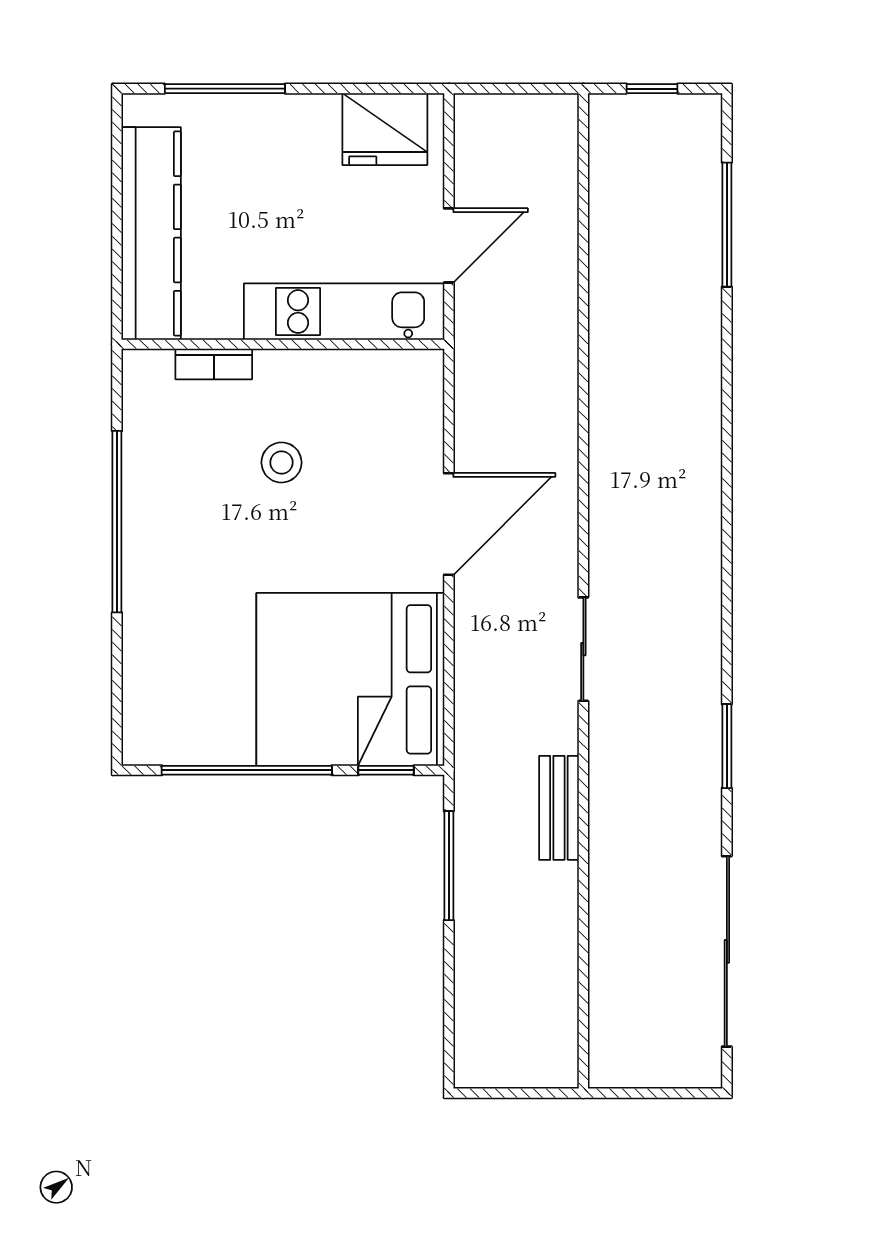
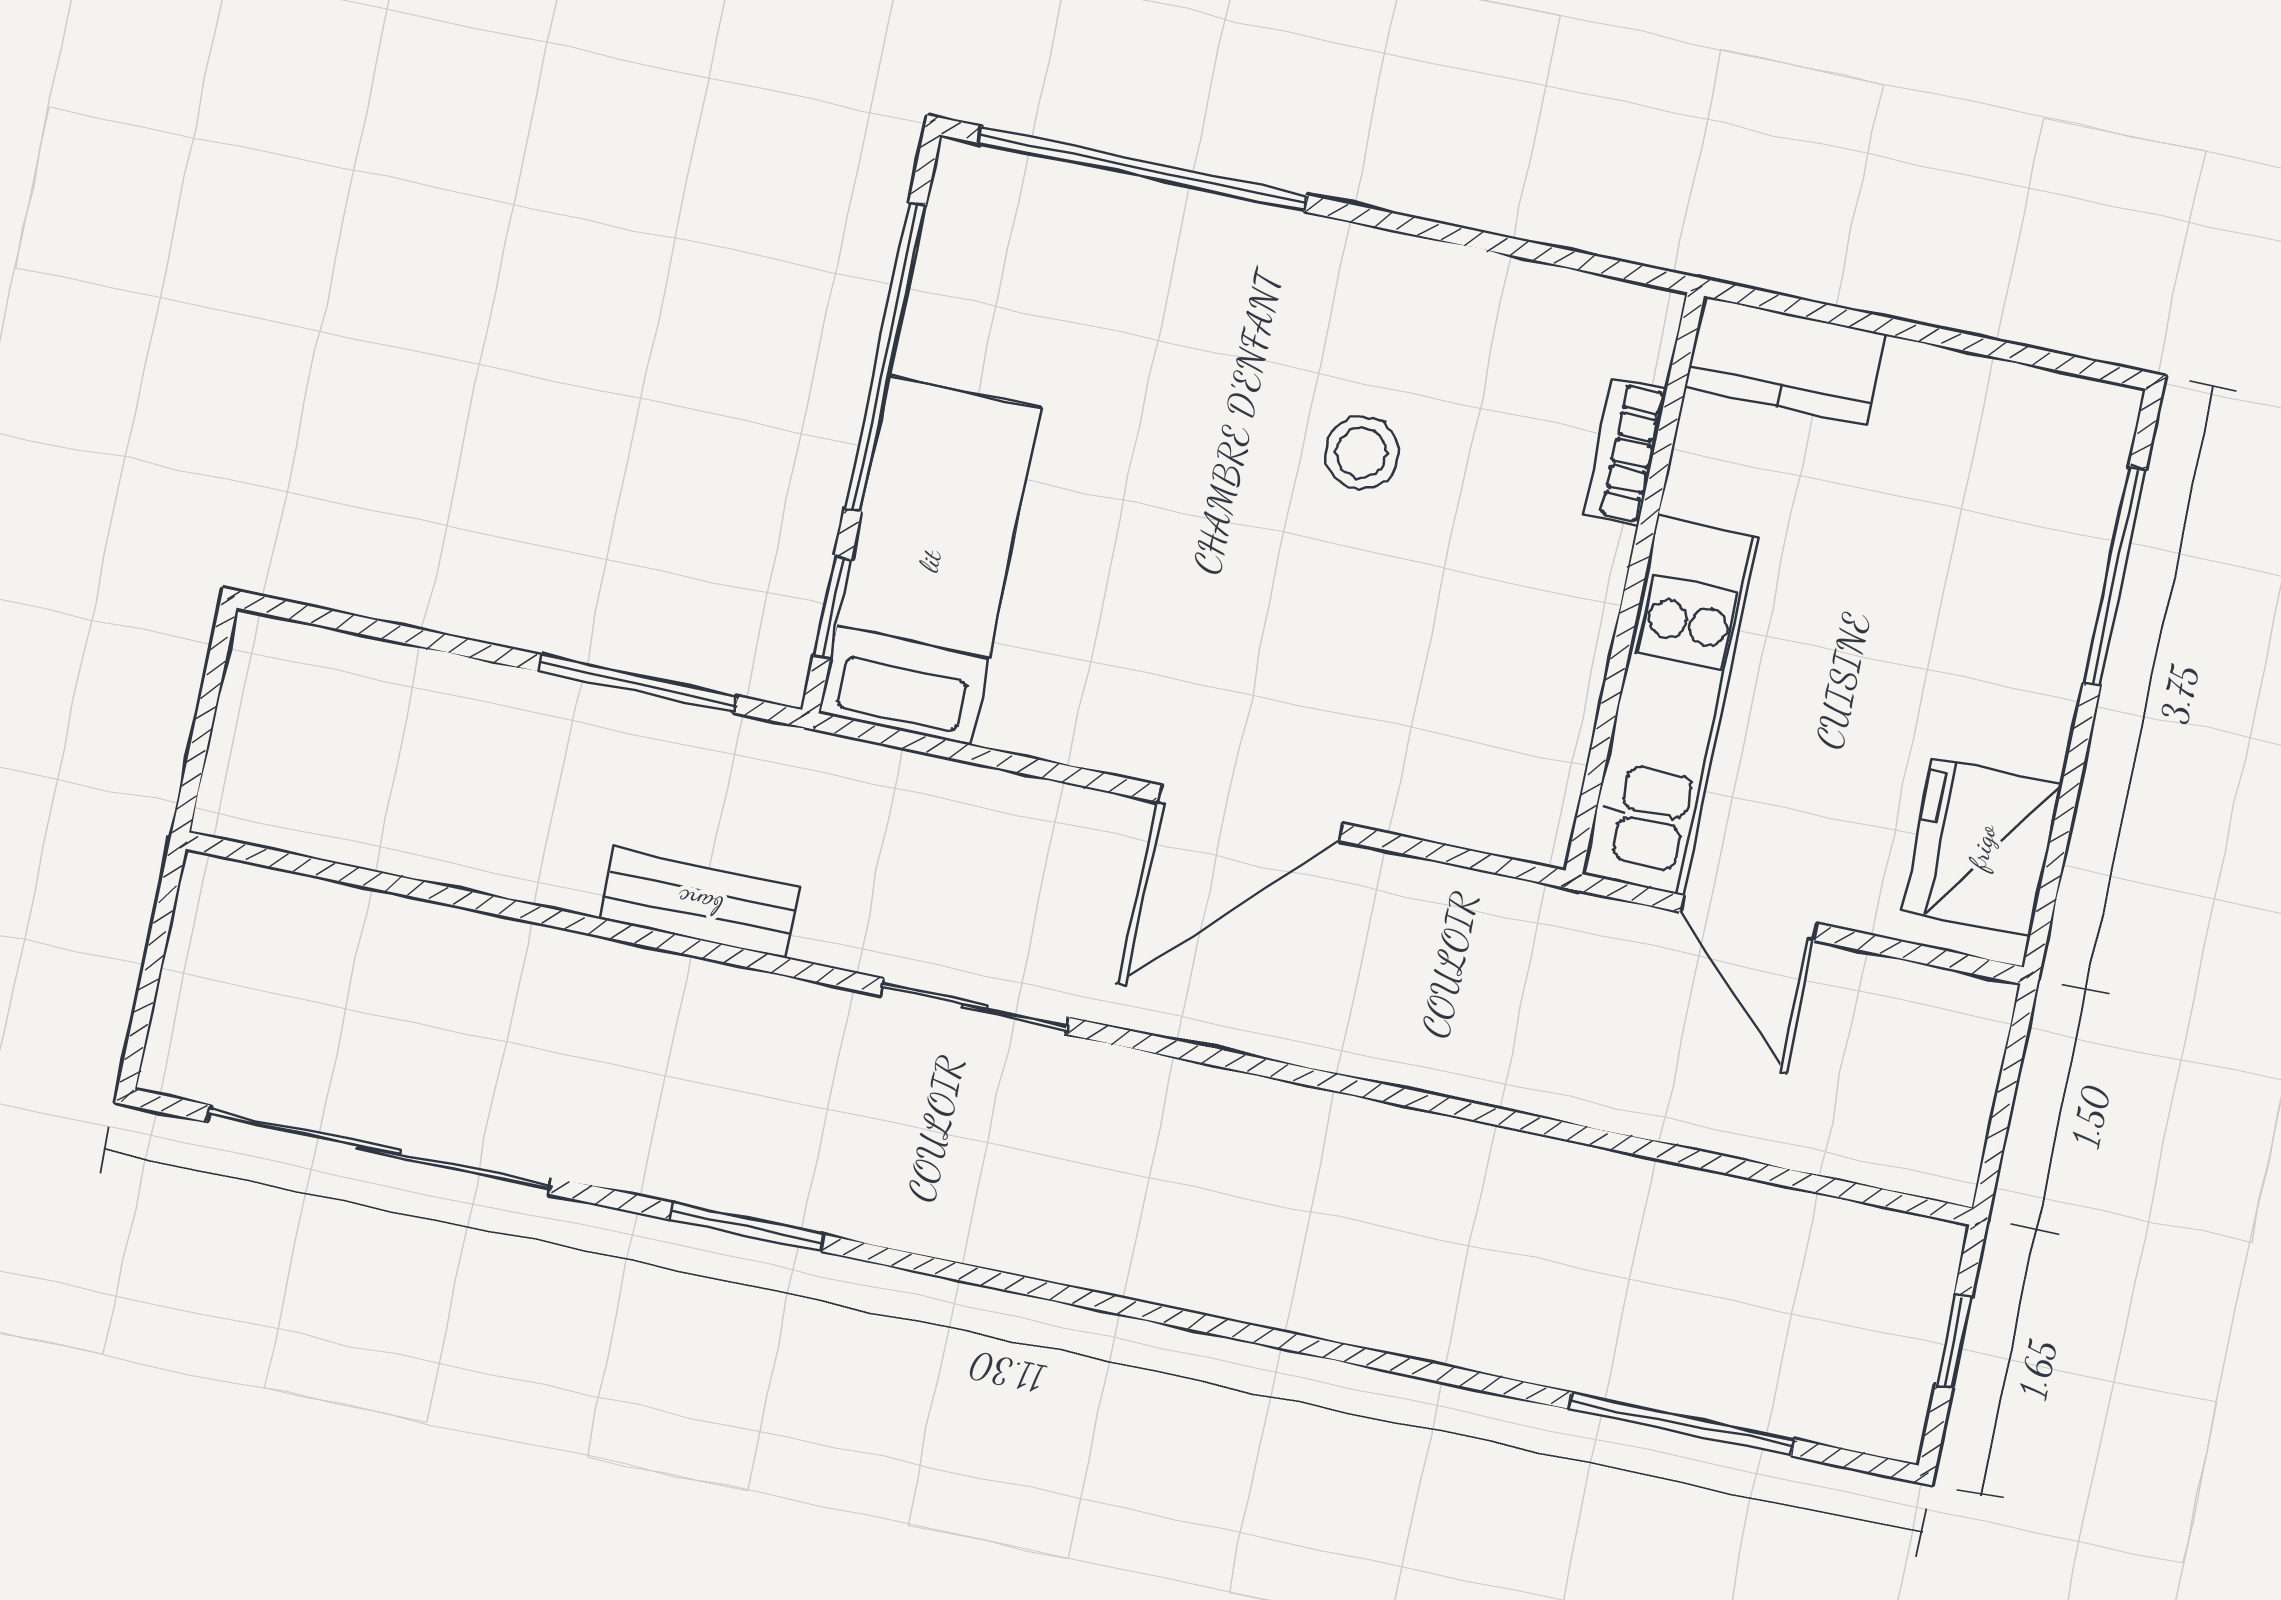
kitchen counter: (151, 233) -> (1786, 361), width x0.48, depth x0.86
stool: (282, 462) -> (1362, 453), moved
window: (117, 522) -> (1143, 169), moved
door: (449, 524) -> (1250, 813), hinge flipped
bed: (350, 679) -> (930, 561), width x0.49

